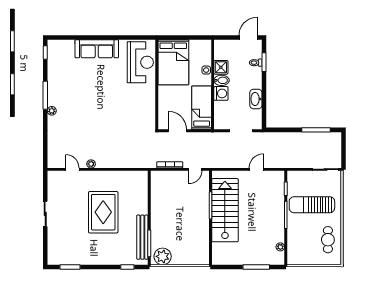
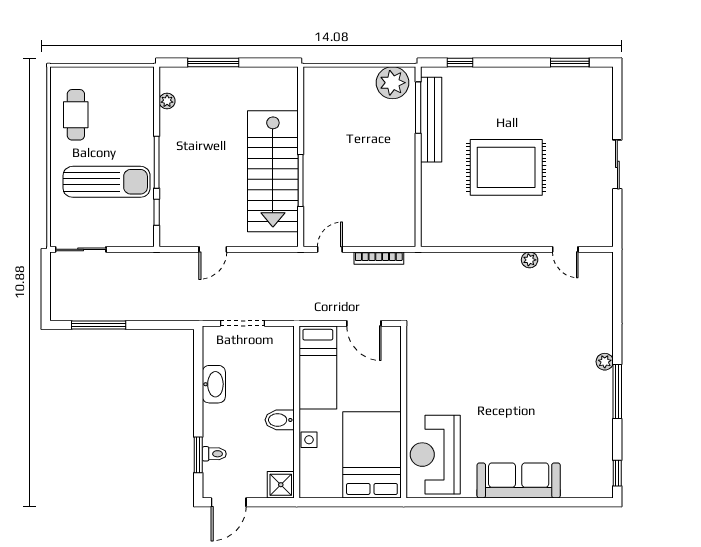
shower: (221, 67) -> (281, 485), moved
washing machine: (221, 93) -> (281, 395), removed
rug: (103, 212) -> (506, 167), turned 90

